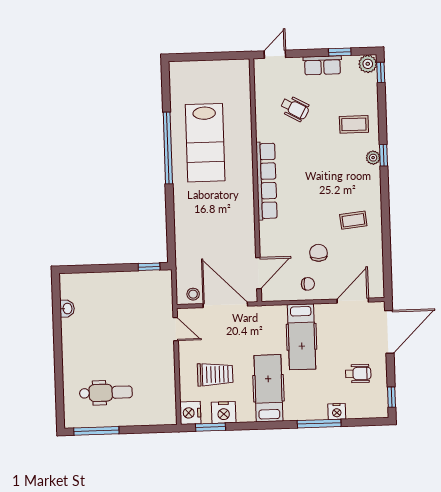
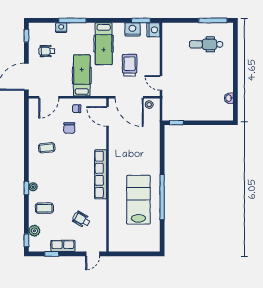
plant: (368, 64) -> (34, 231), moved
door: (258, 273) -> (108, 116), hinge flipped
trolley: (215, 374) -> (130, 65), moved, turned 90

